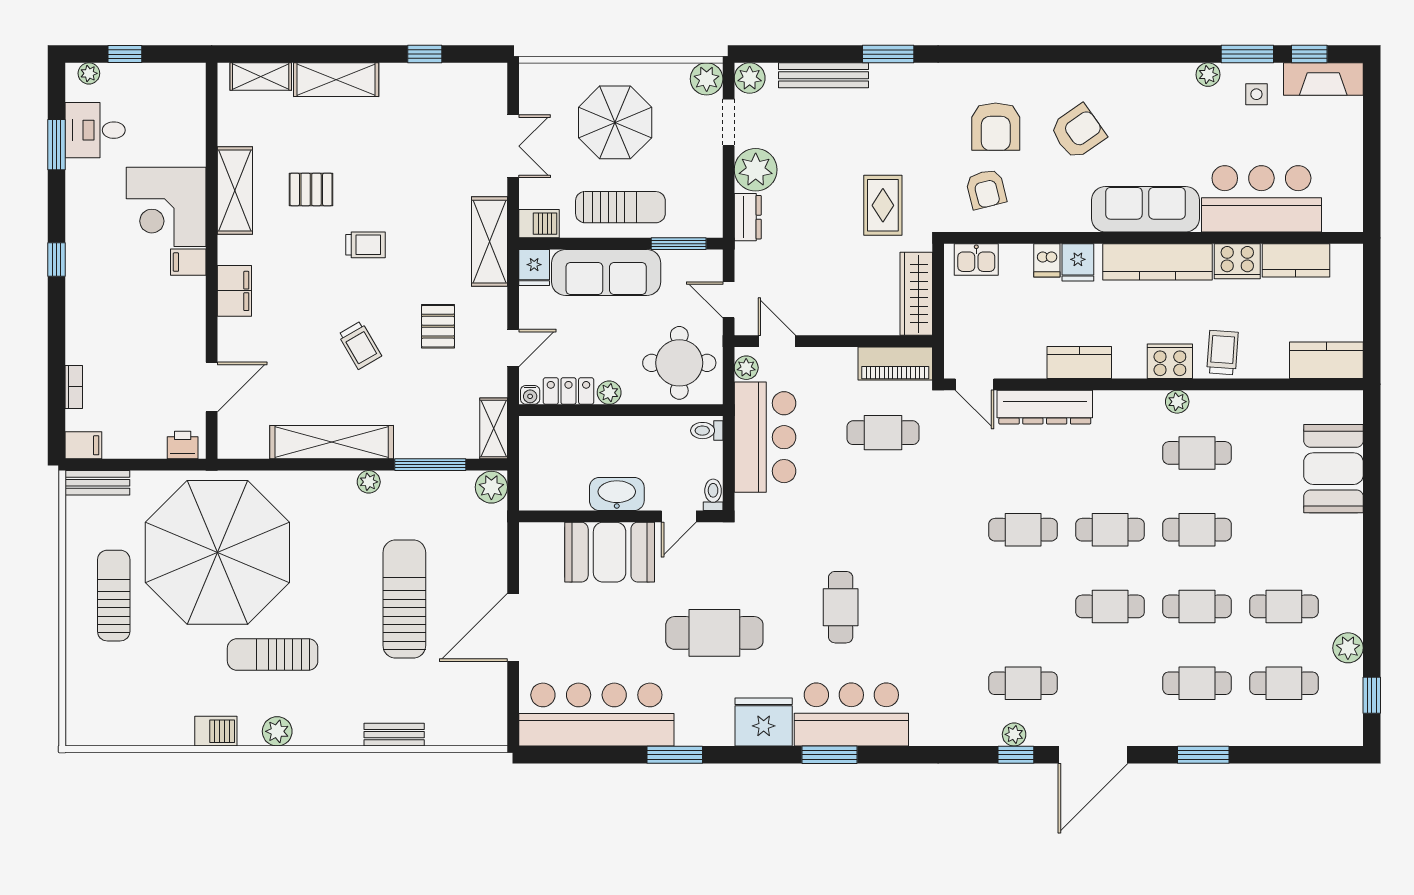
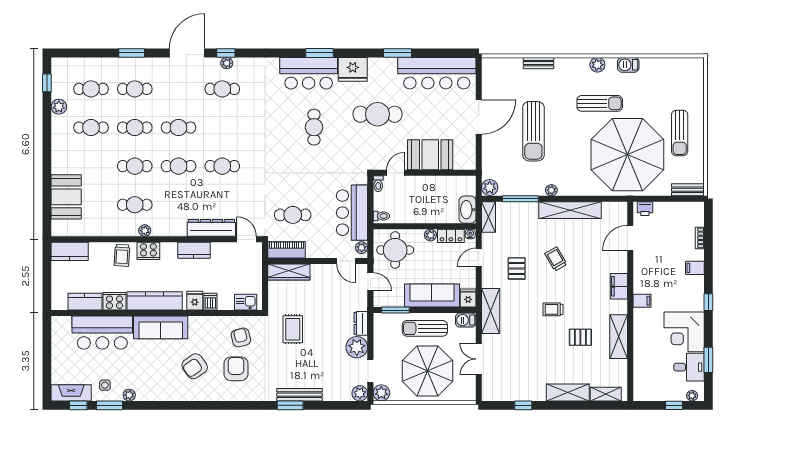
bench: (823, 75) -> (300, 395), moved
parasol: (615, 122) -> (427, 371), width x1.36, depth x1.36
corner desk: (166, 207) -> (684, 332), moved, turned 180
wardrobe: (916, 294) -> (289, 272), moved, turned 90
filing cabinet: (83, 445) -> (695, 268), moved
washbasin: (617, 494) -> (467, 210), moved, turned 90

